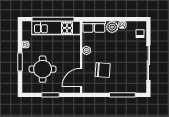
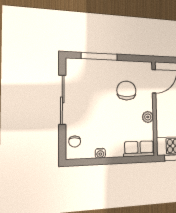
plant: (112, 27) -> (114, 149), removed
chair: (103, 70) -> (126, 91), turned 86

